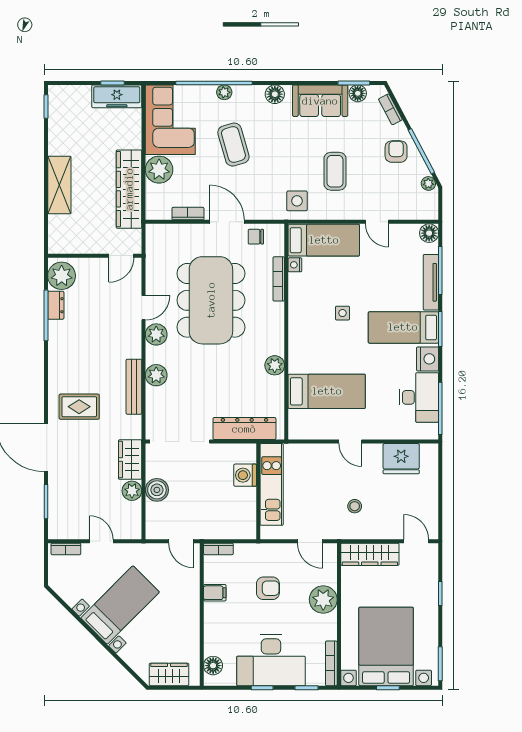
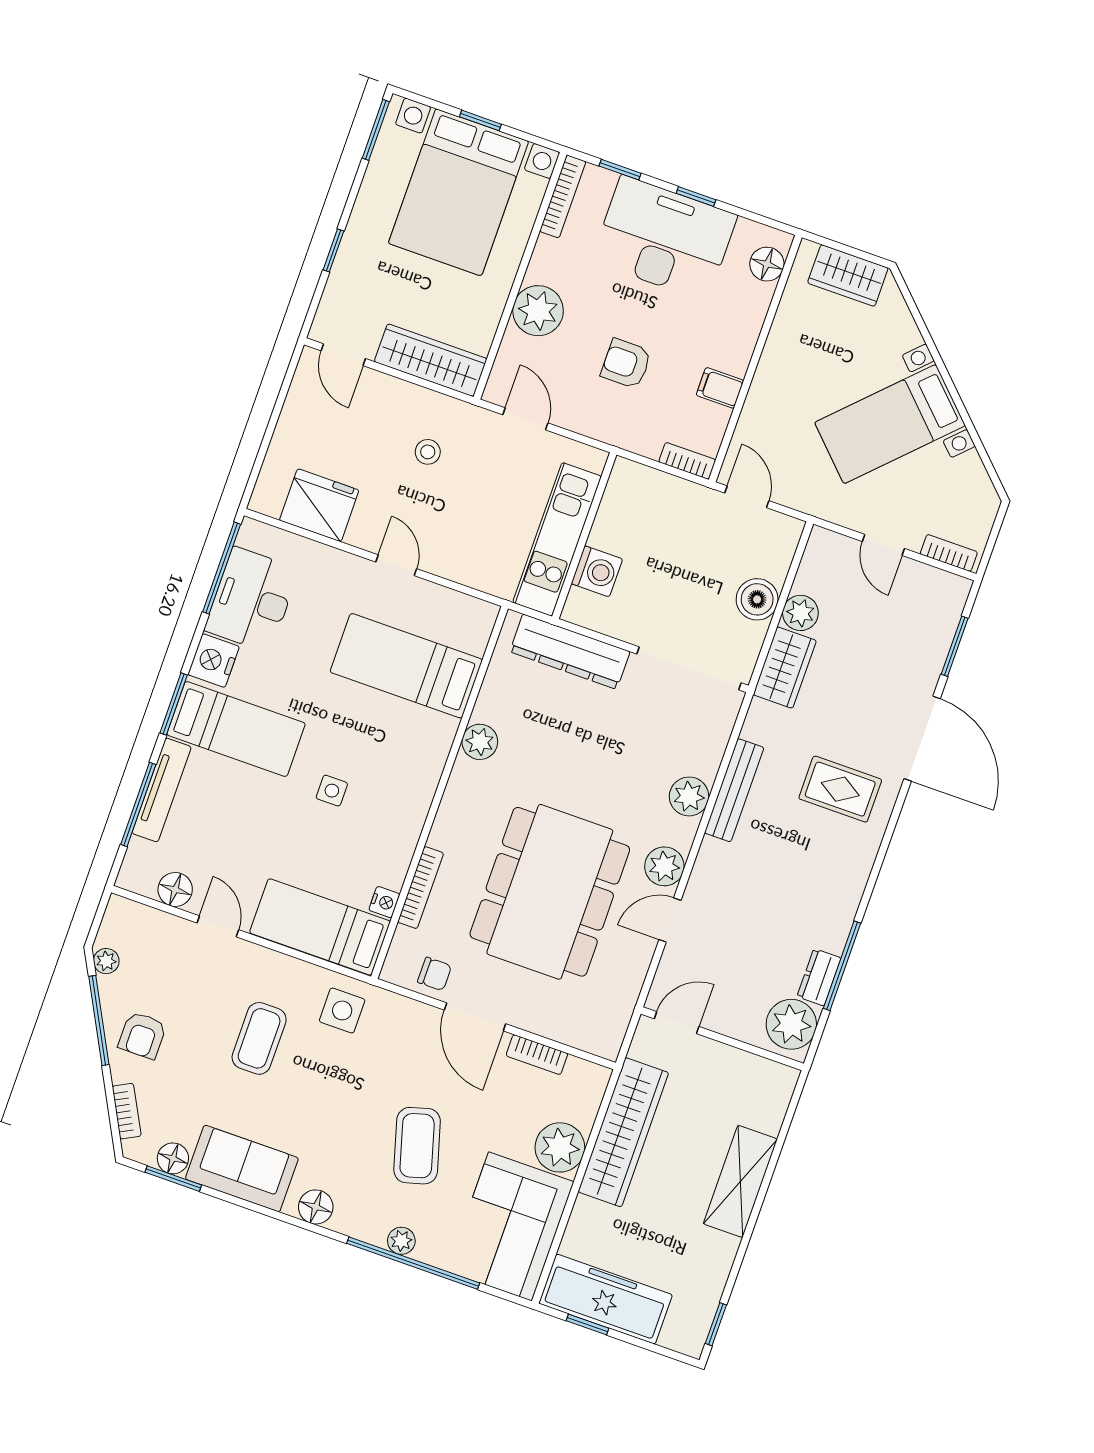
freezer: (117, 96) -> (606, 1299), width x1.36, depth x1.26
floor lamp: (429, 233) -> (175, 890), moved

